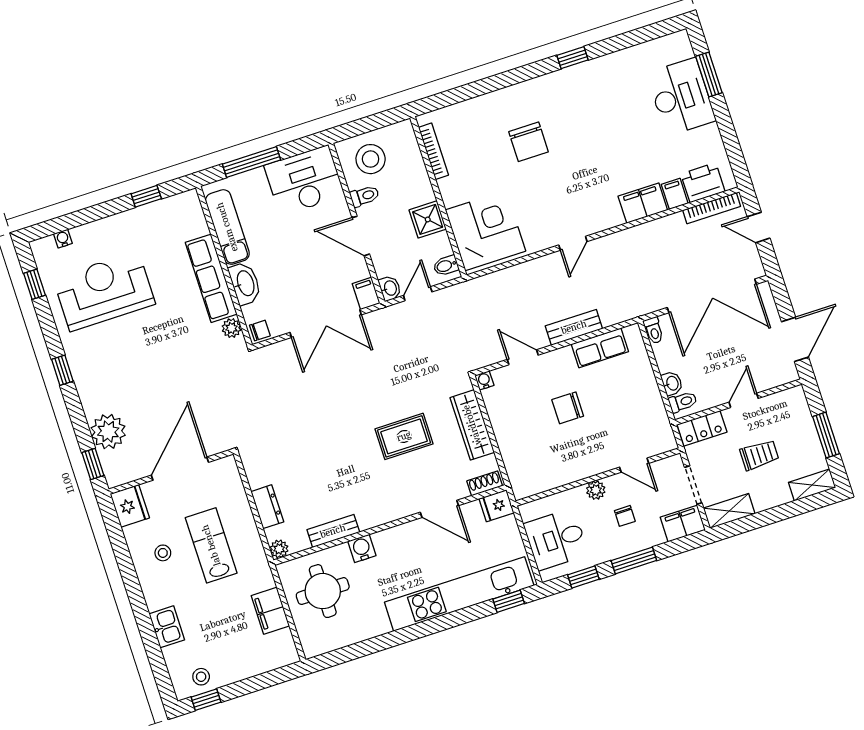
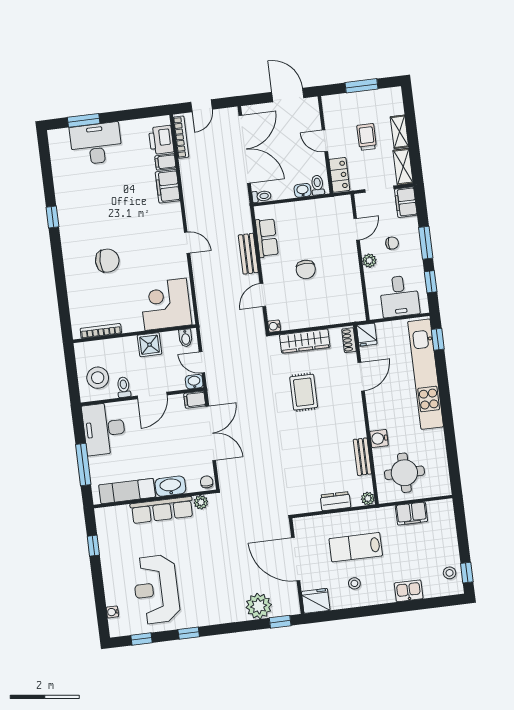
window: (62, 370) -> (189, 633), moved
shelving: (812, 485) -> (399, 132), moved

